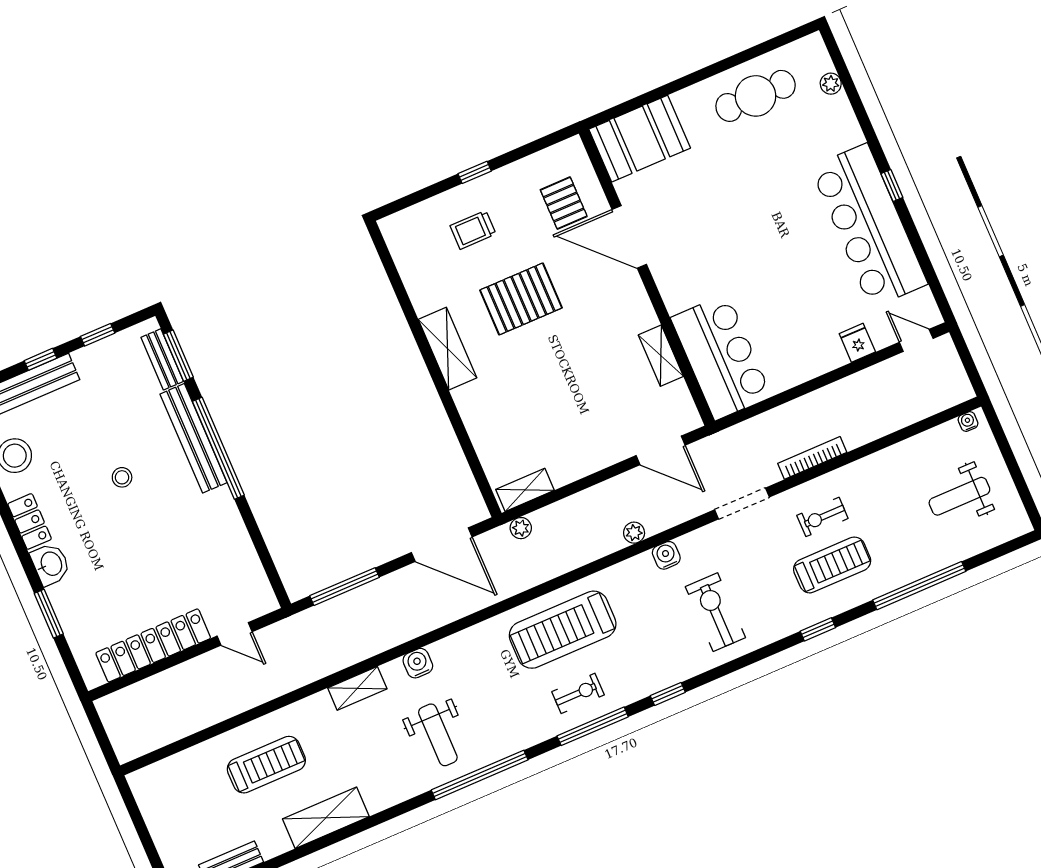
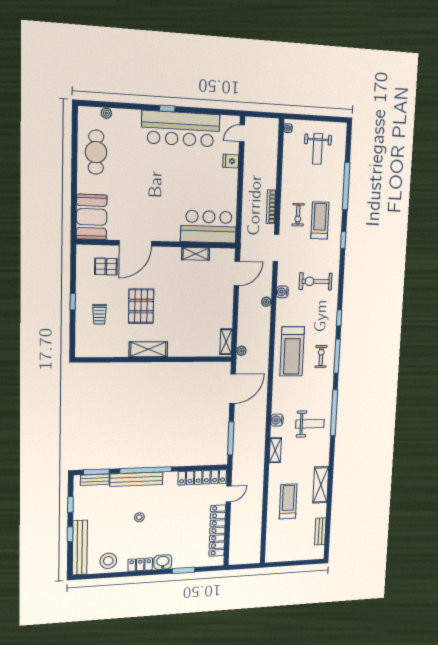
locker: (247, 566) -> (202, 477), added

